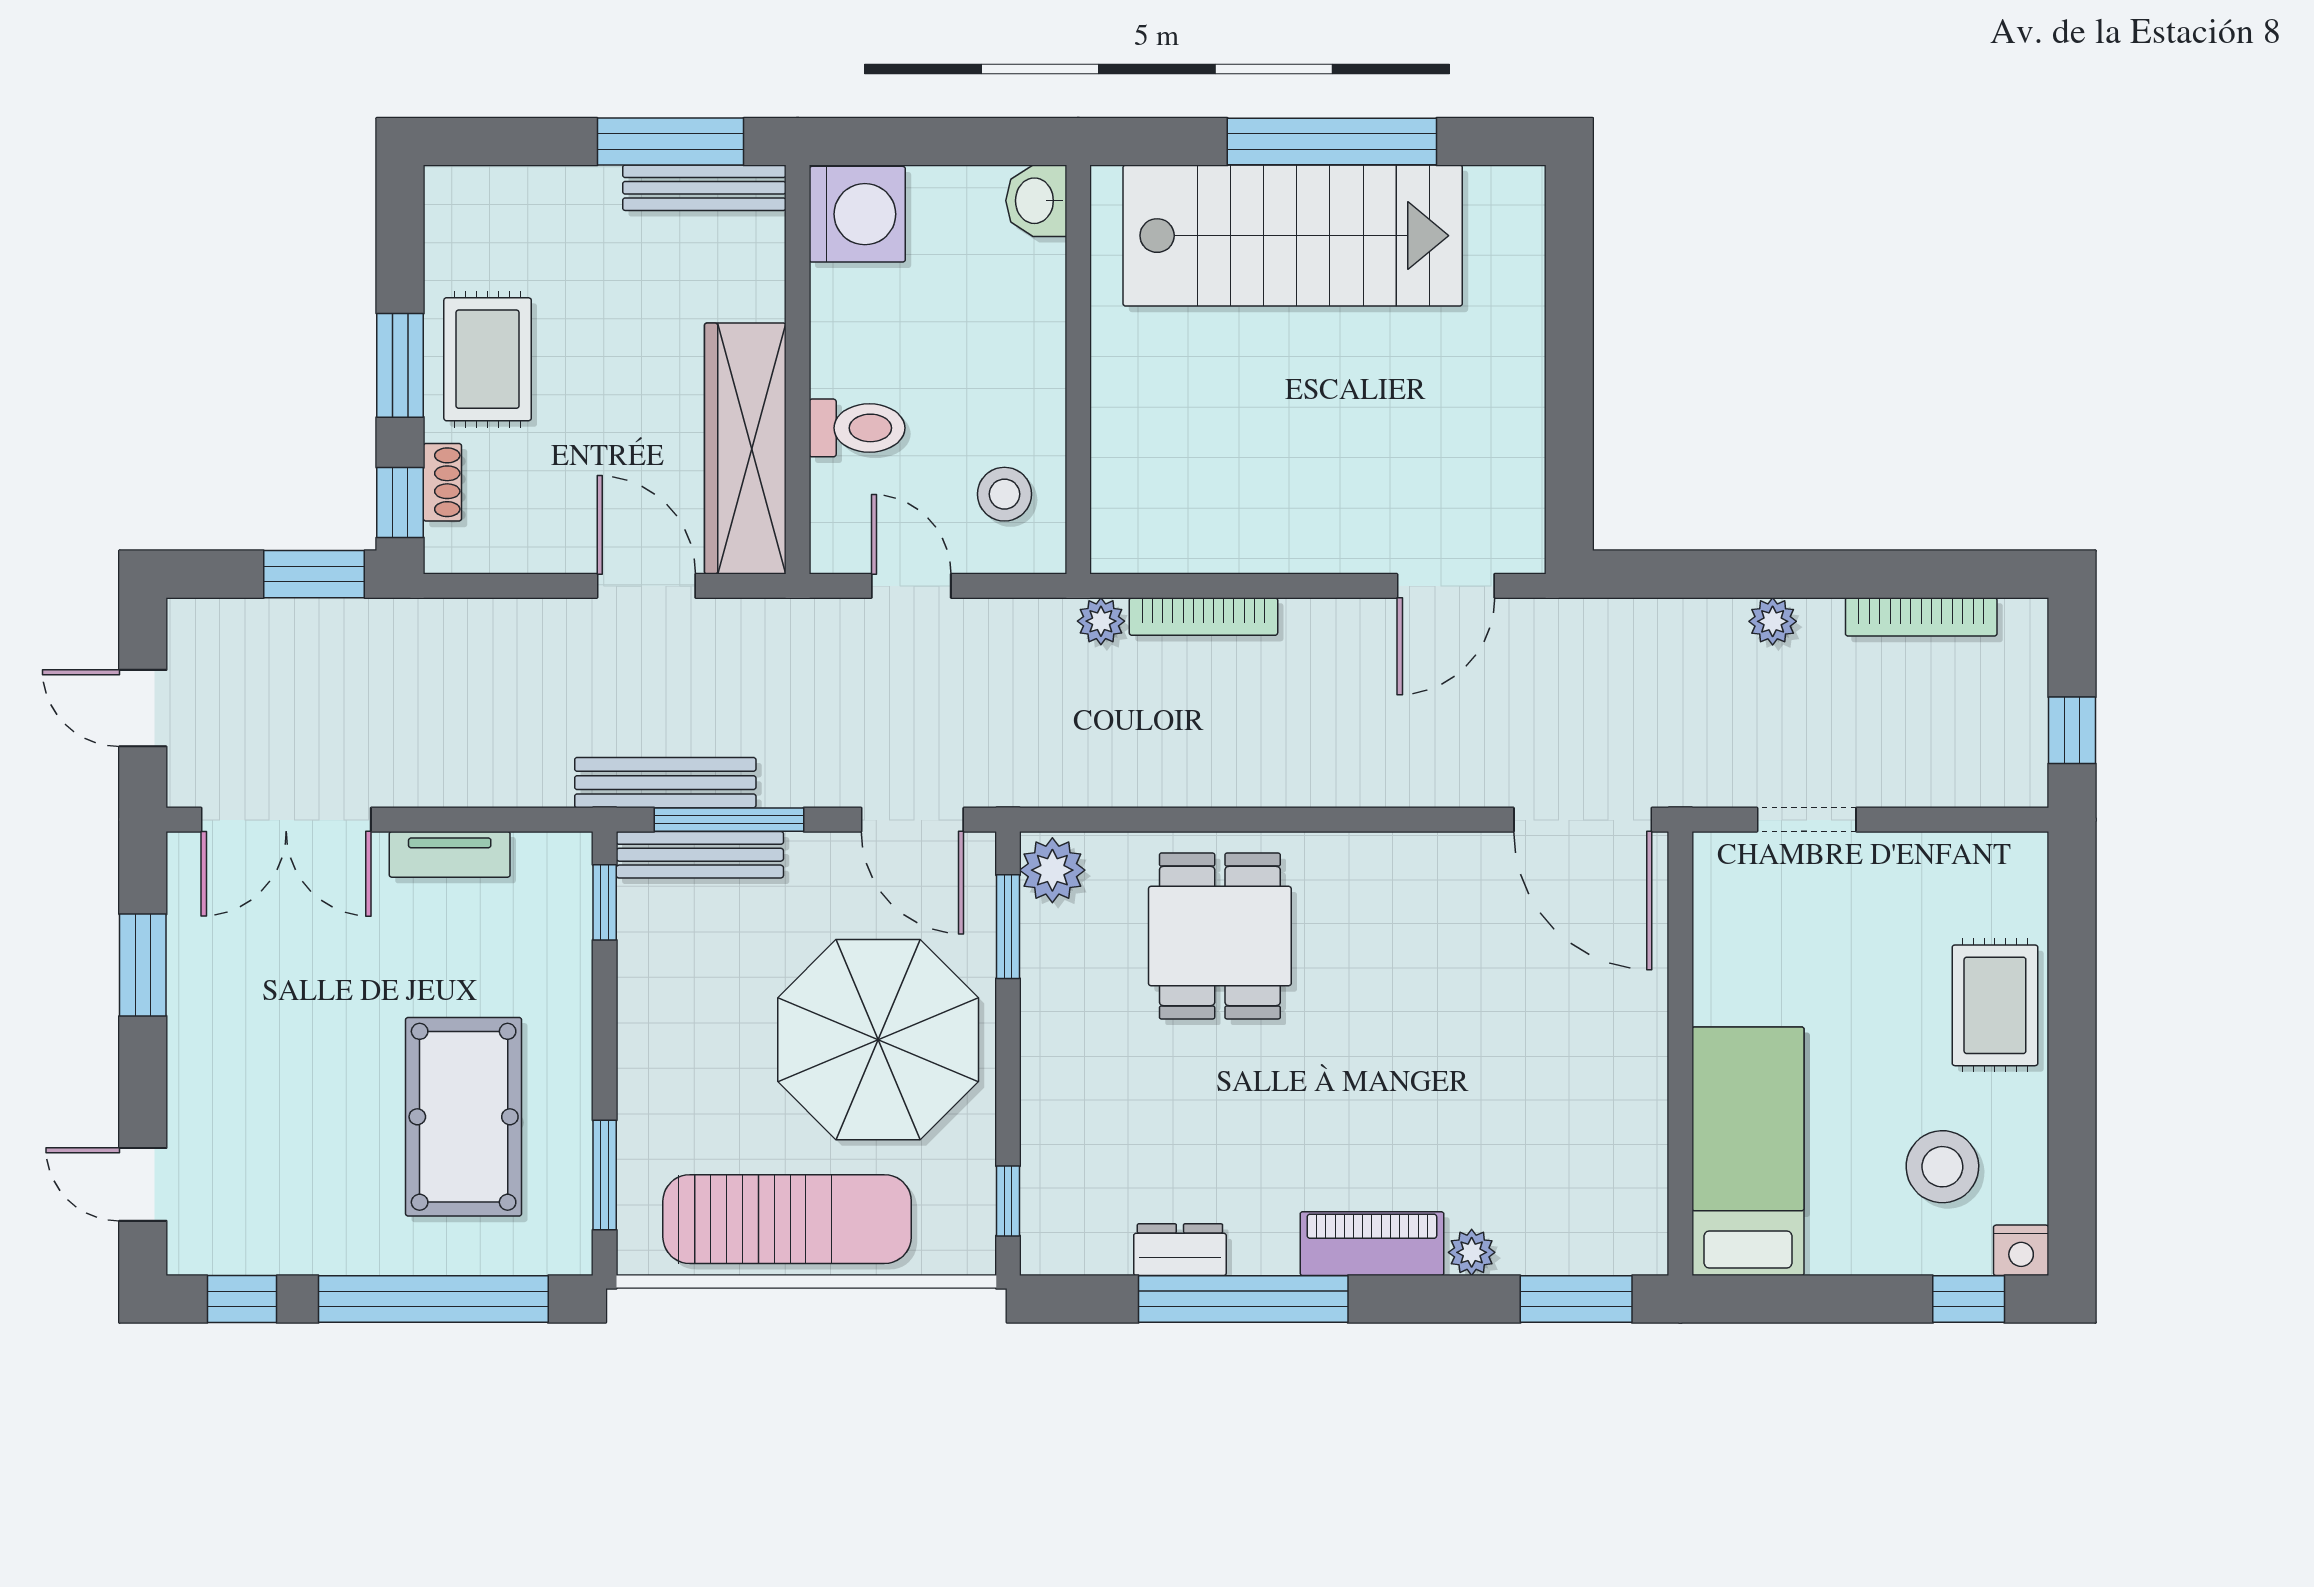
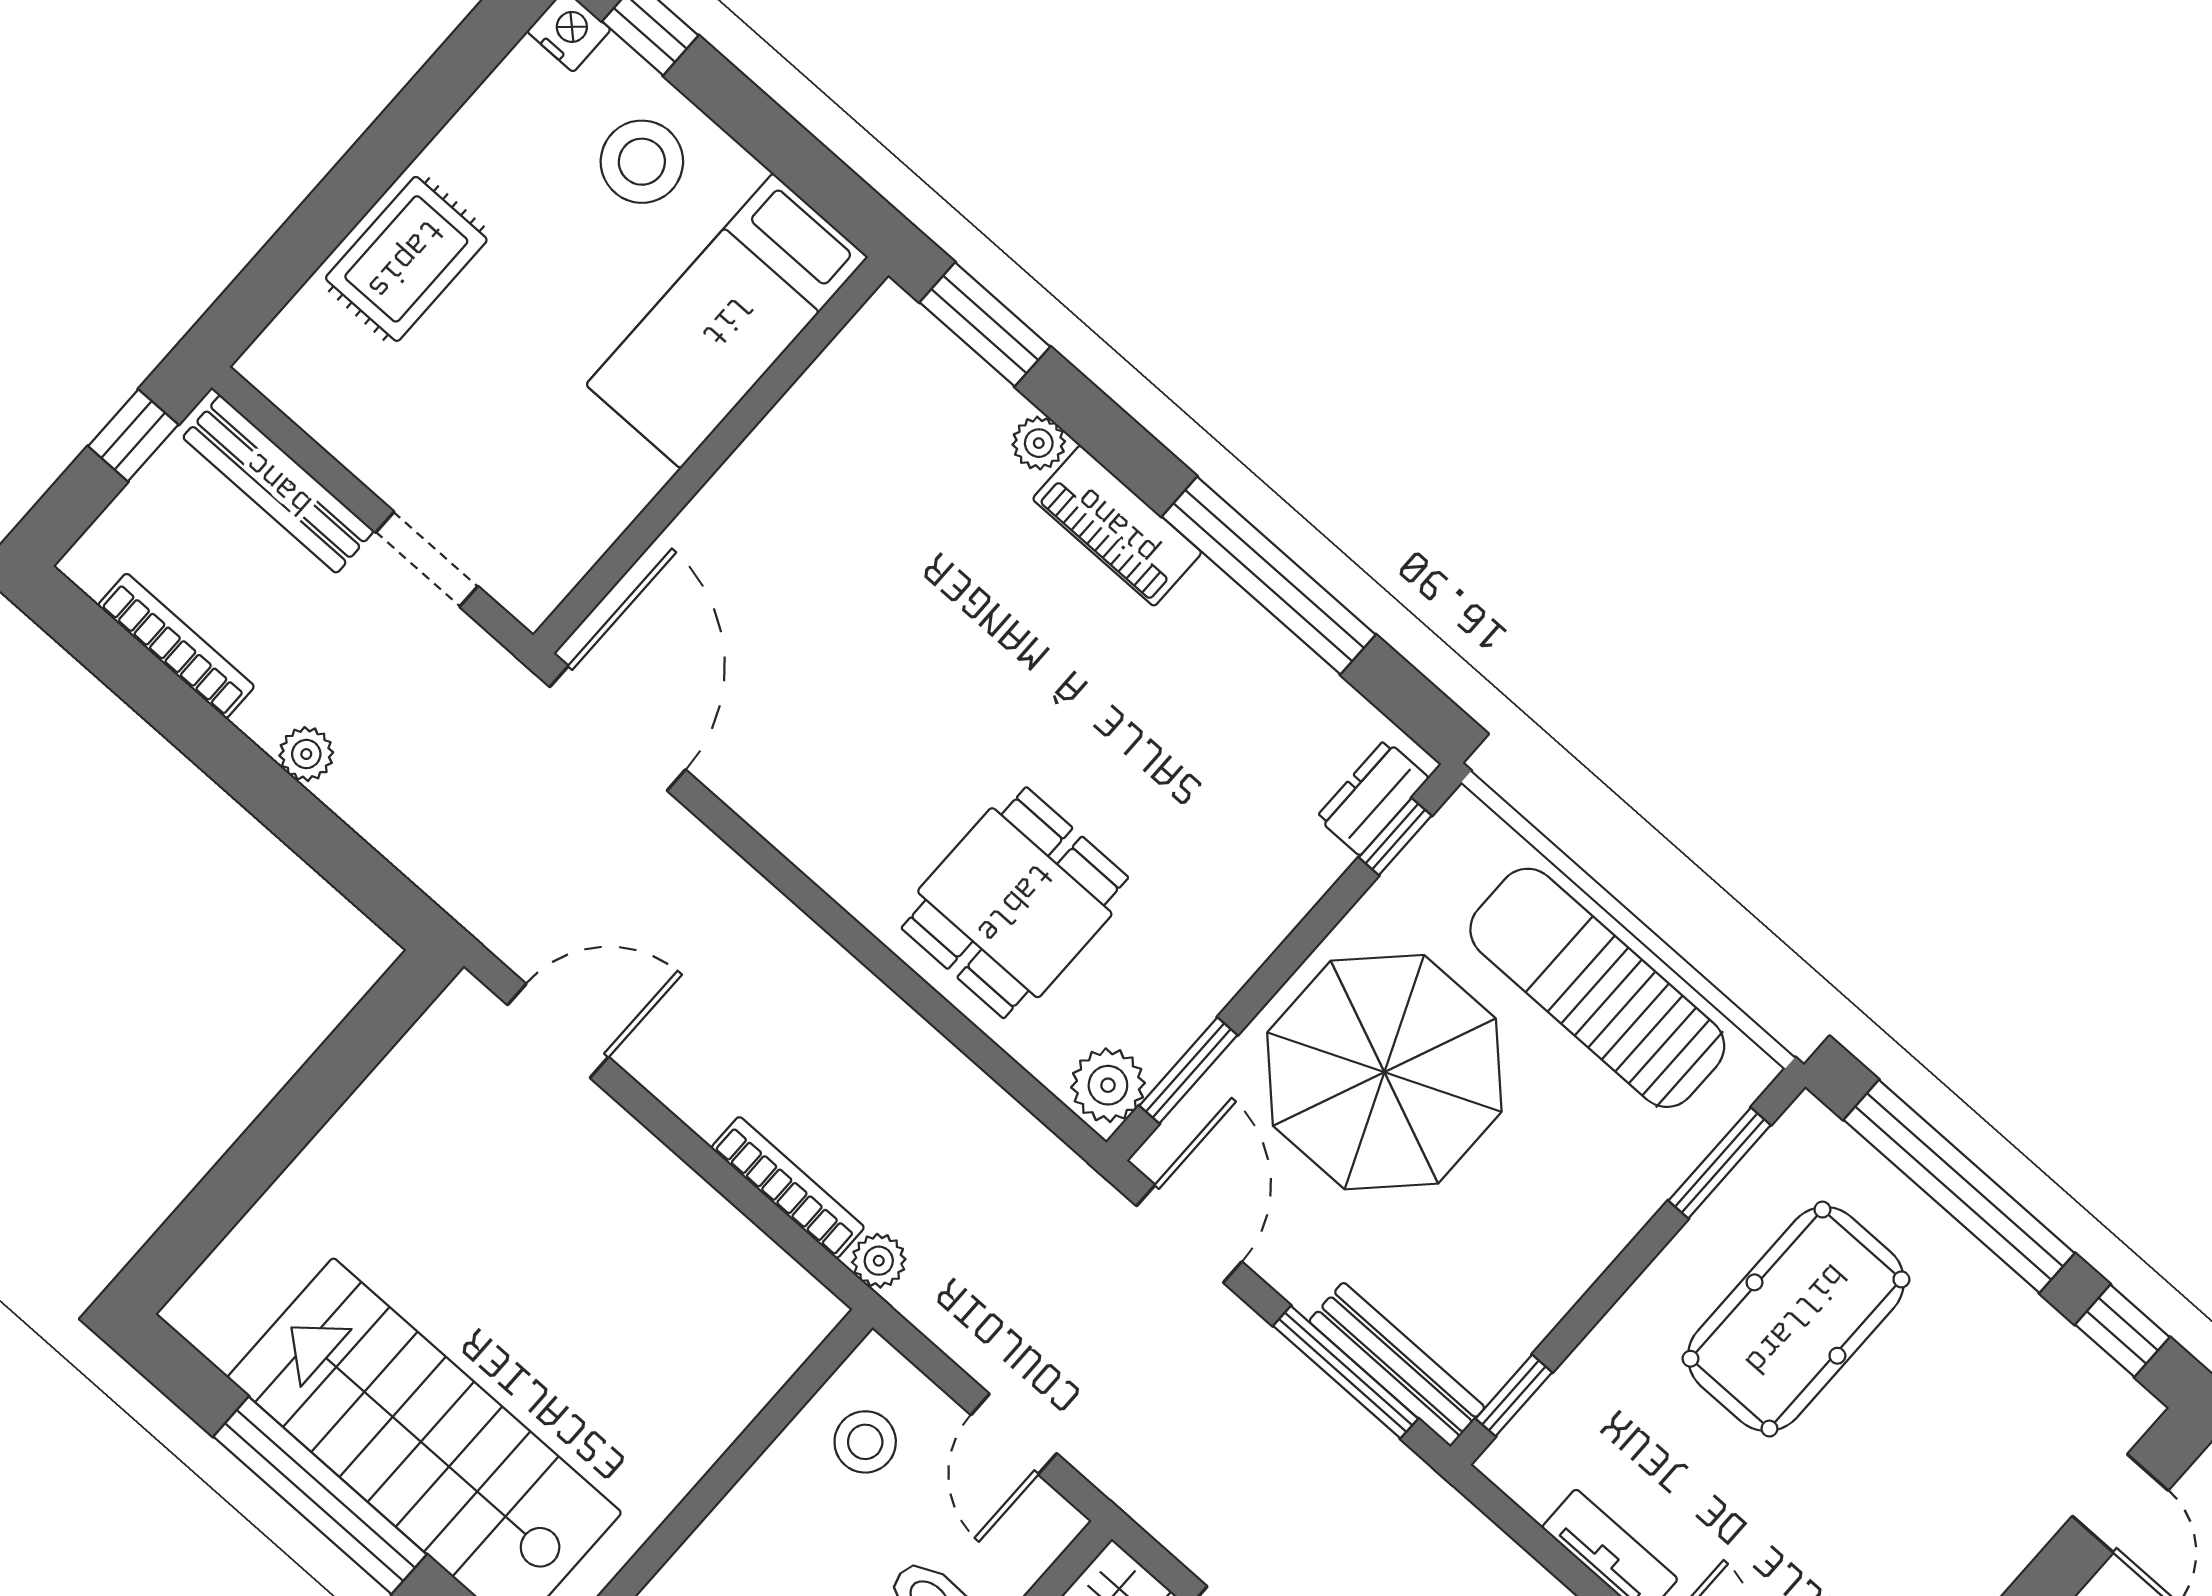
bench: (665, 783) -> (278, 484), moved
stool: (1942, 1167) -> (642, 162), moved
dresser: (1180, 1250) -> (1373, 798), moved, turned 90

